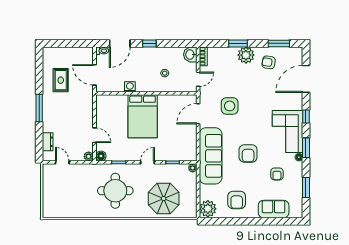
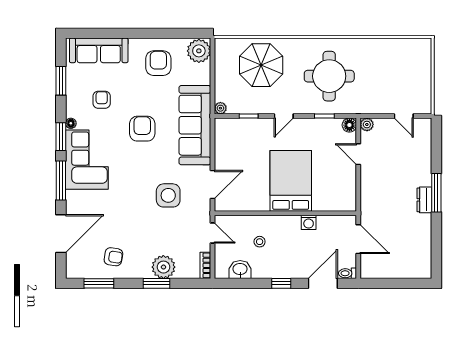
washbasin: (190, 54) -> (240, 270), moved, turned -90
plant: (246, 55) -> (163, 267), moved
door: (198, 79) -> (213, 233), swing flipped
rug: (61, 80) -> (406, 232), removed
window: (306, 117) -> (61, 180), width x2.17
dresser: (48, 142) -> (424, 200), moved
sofa: (274, 209) -> (99, 50), width x1.36

